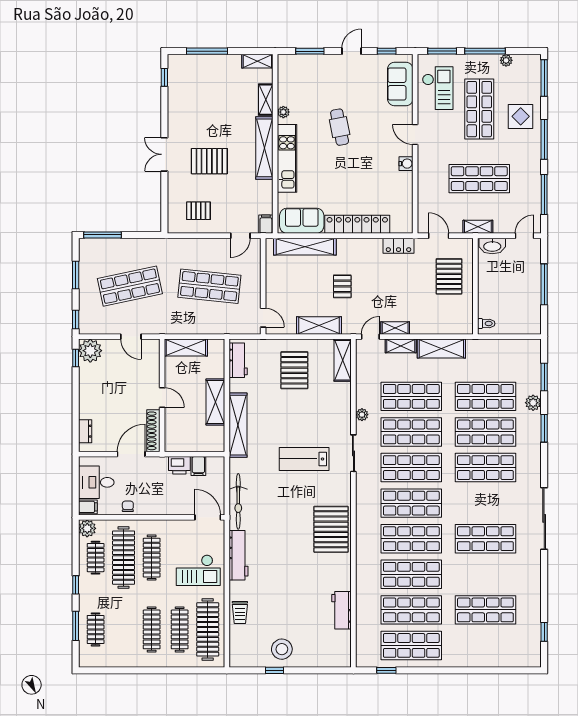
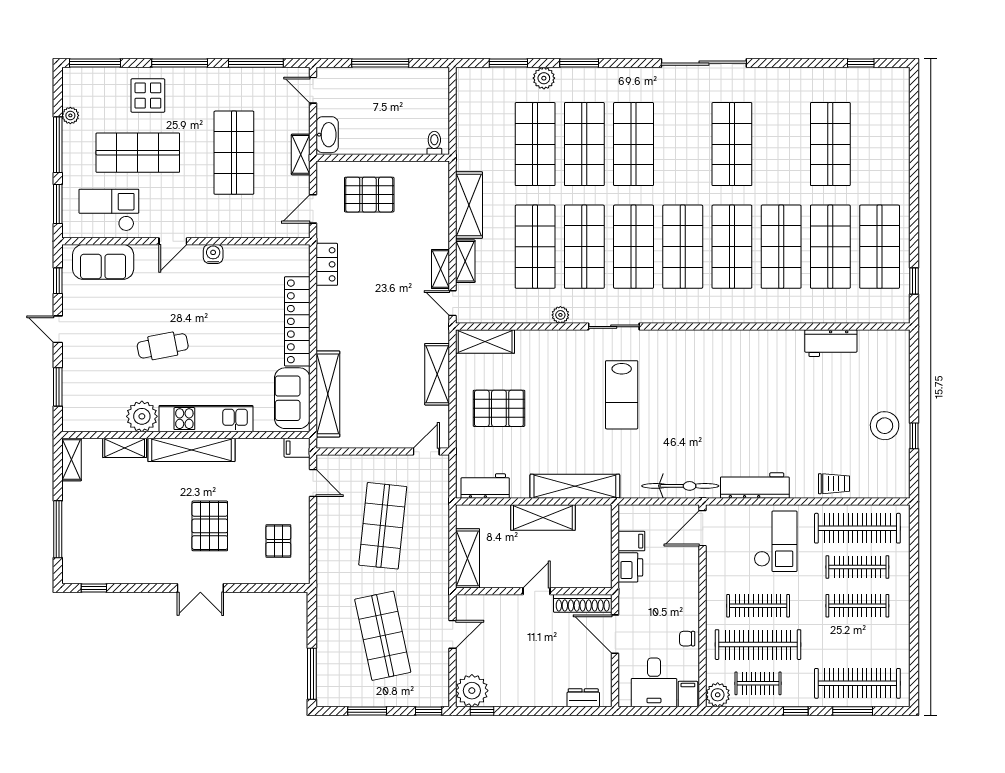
plant: (283, 112) -> (142, 416), width x1.87, depth x1.87
pallet: (342, 286) -> (383, 342), removed
pallet: (331, 529) -> (719, 358), removed
clothes rail: (96, 629) -> (857, 683), width x1.86, depth x1.31

